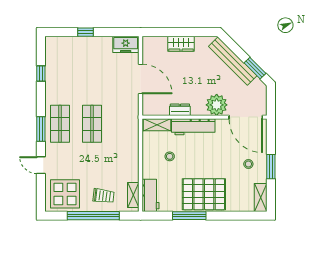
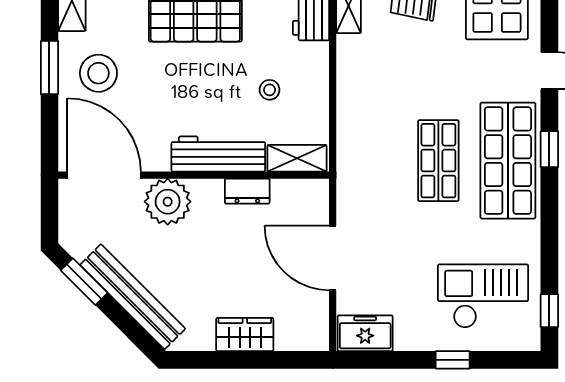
checkout: (71, 61) -> (483, 296), added
window: (41, 73) -> (549, 311), moved
shop shelf: (60, 124) -> (508, 161), width x1.43, depth x1.36
window: (41, 129) -> (549, 149), width x0.67
stool: (248, 164) -> (98, 73), width x1.89, depth x1.89

